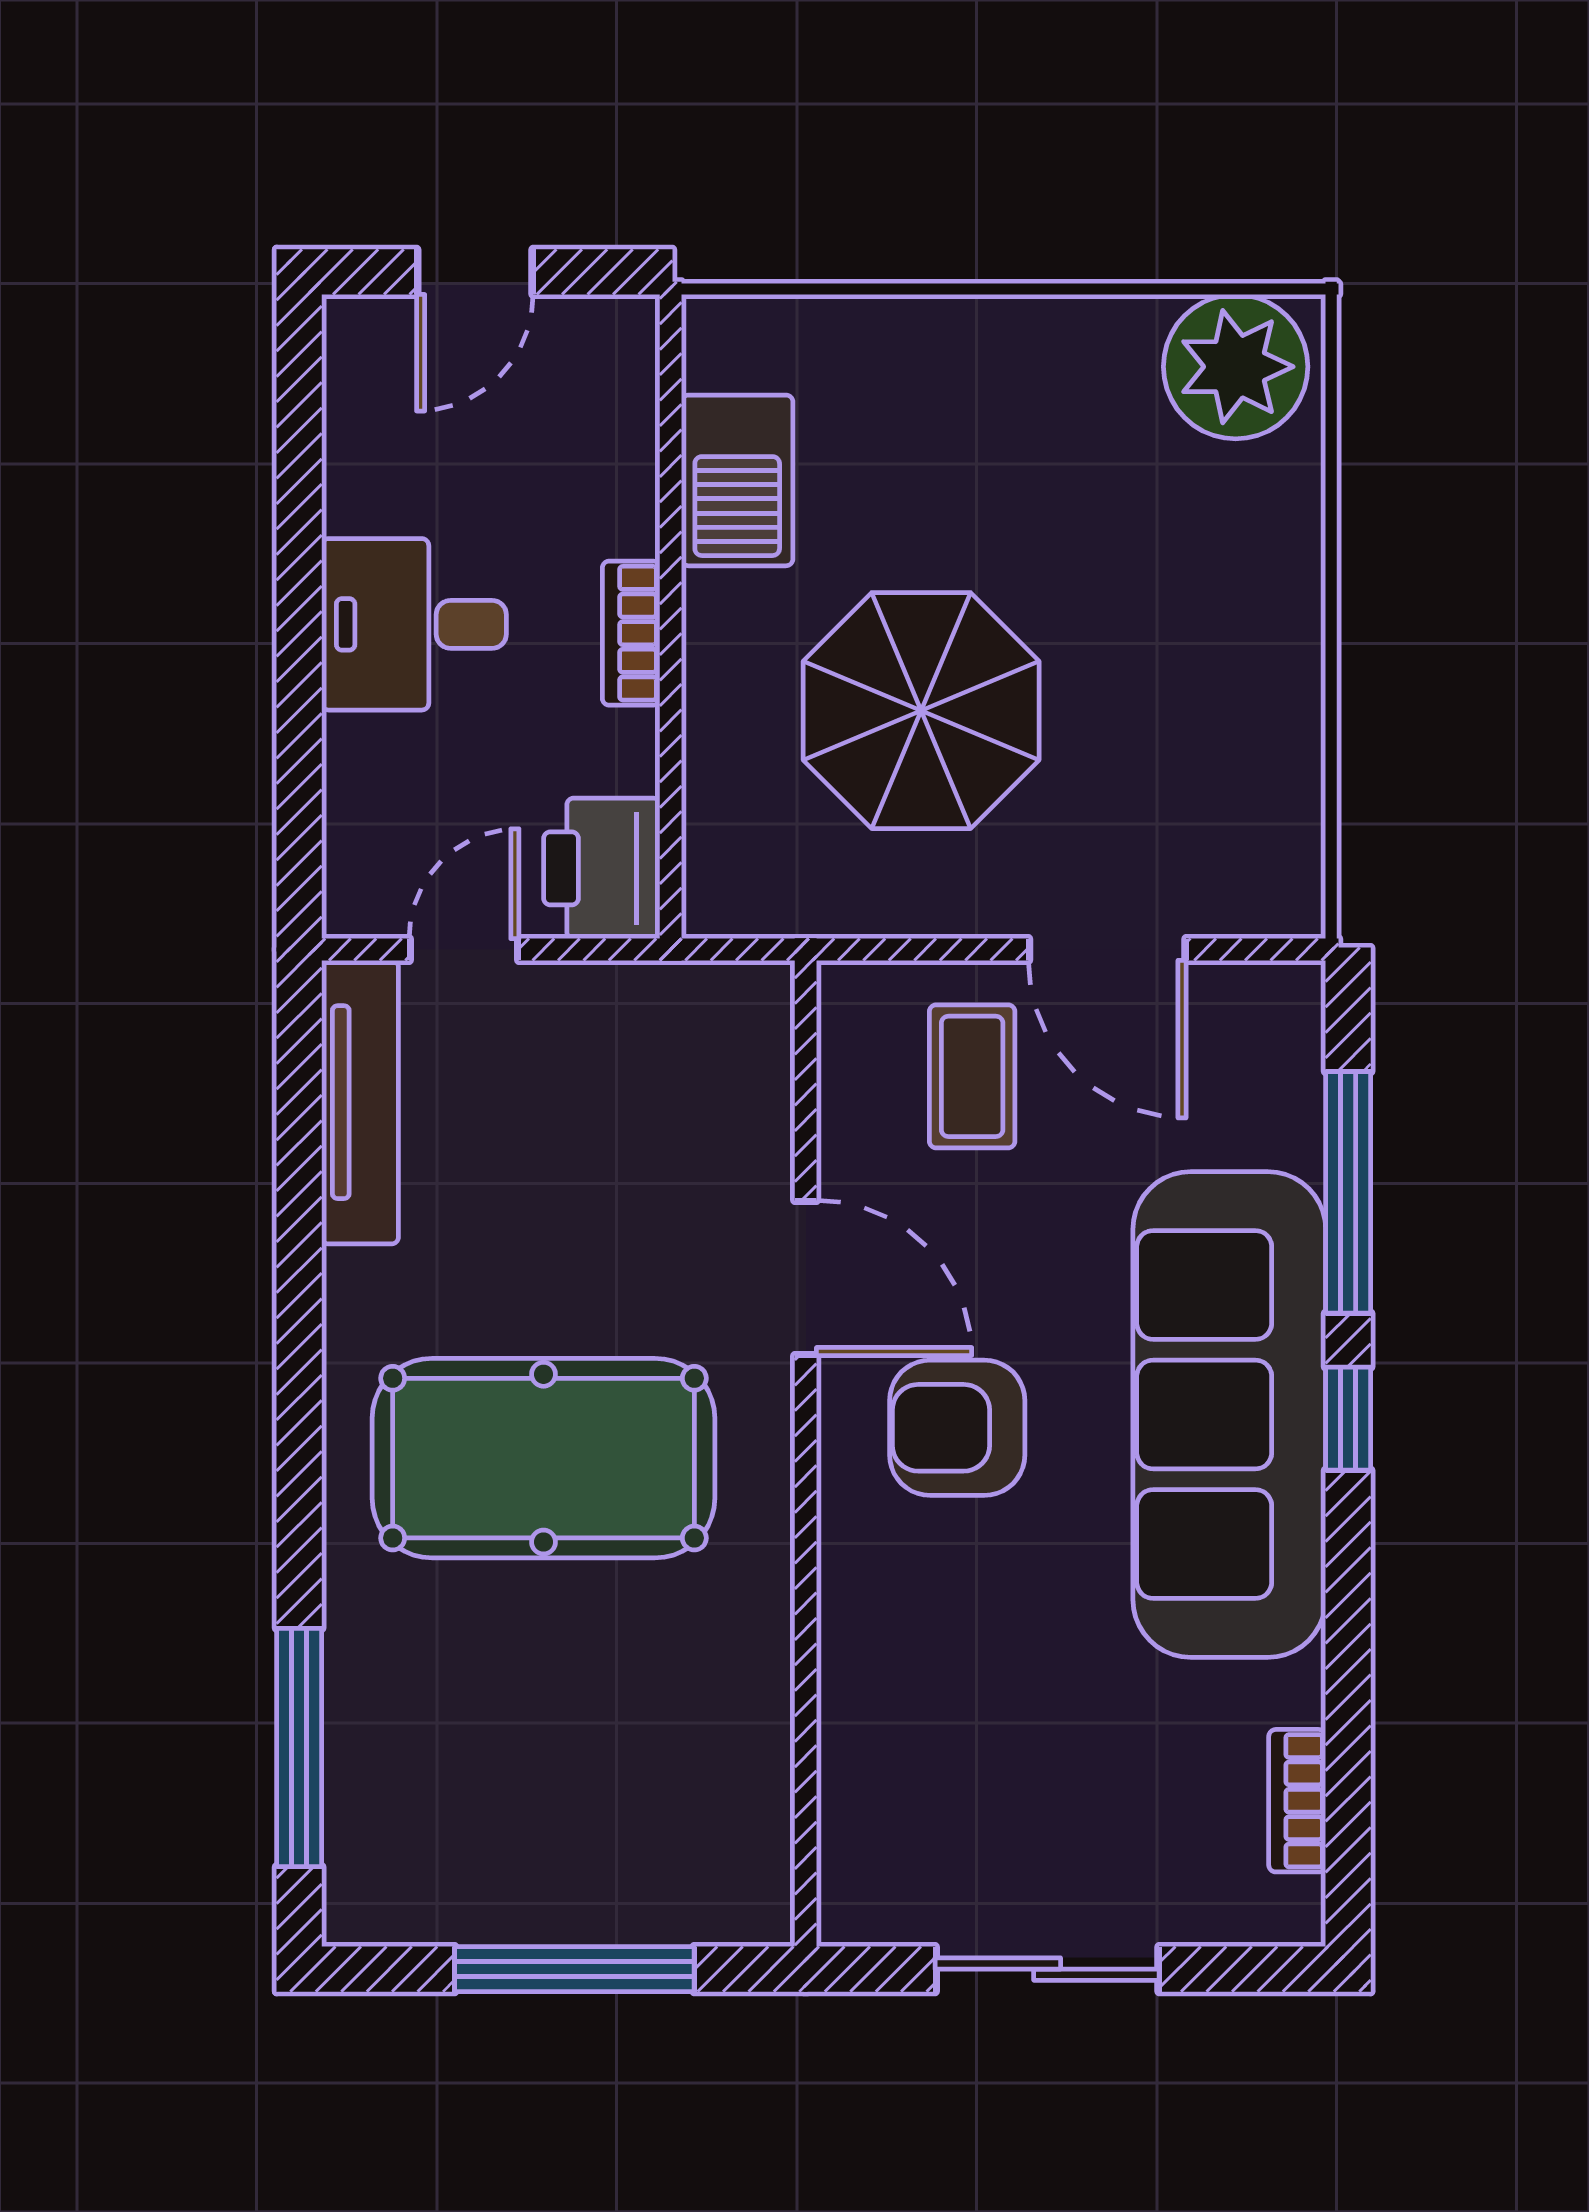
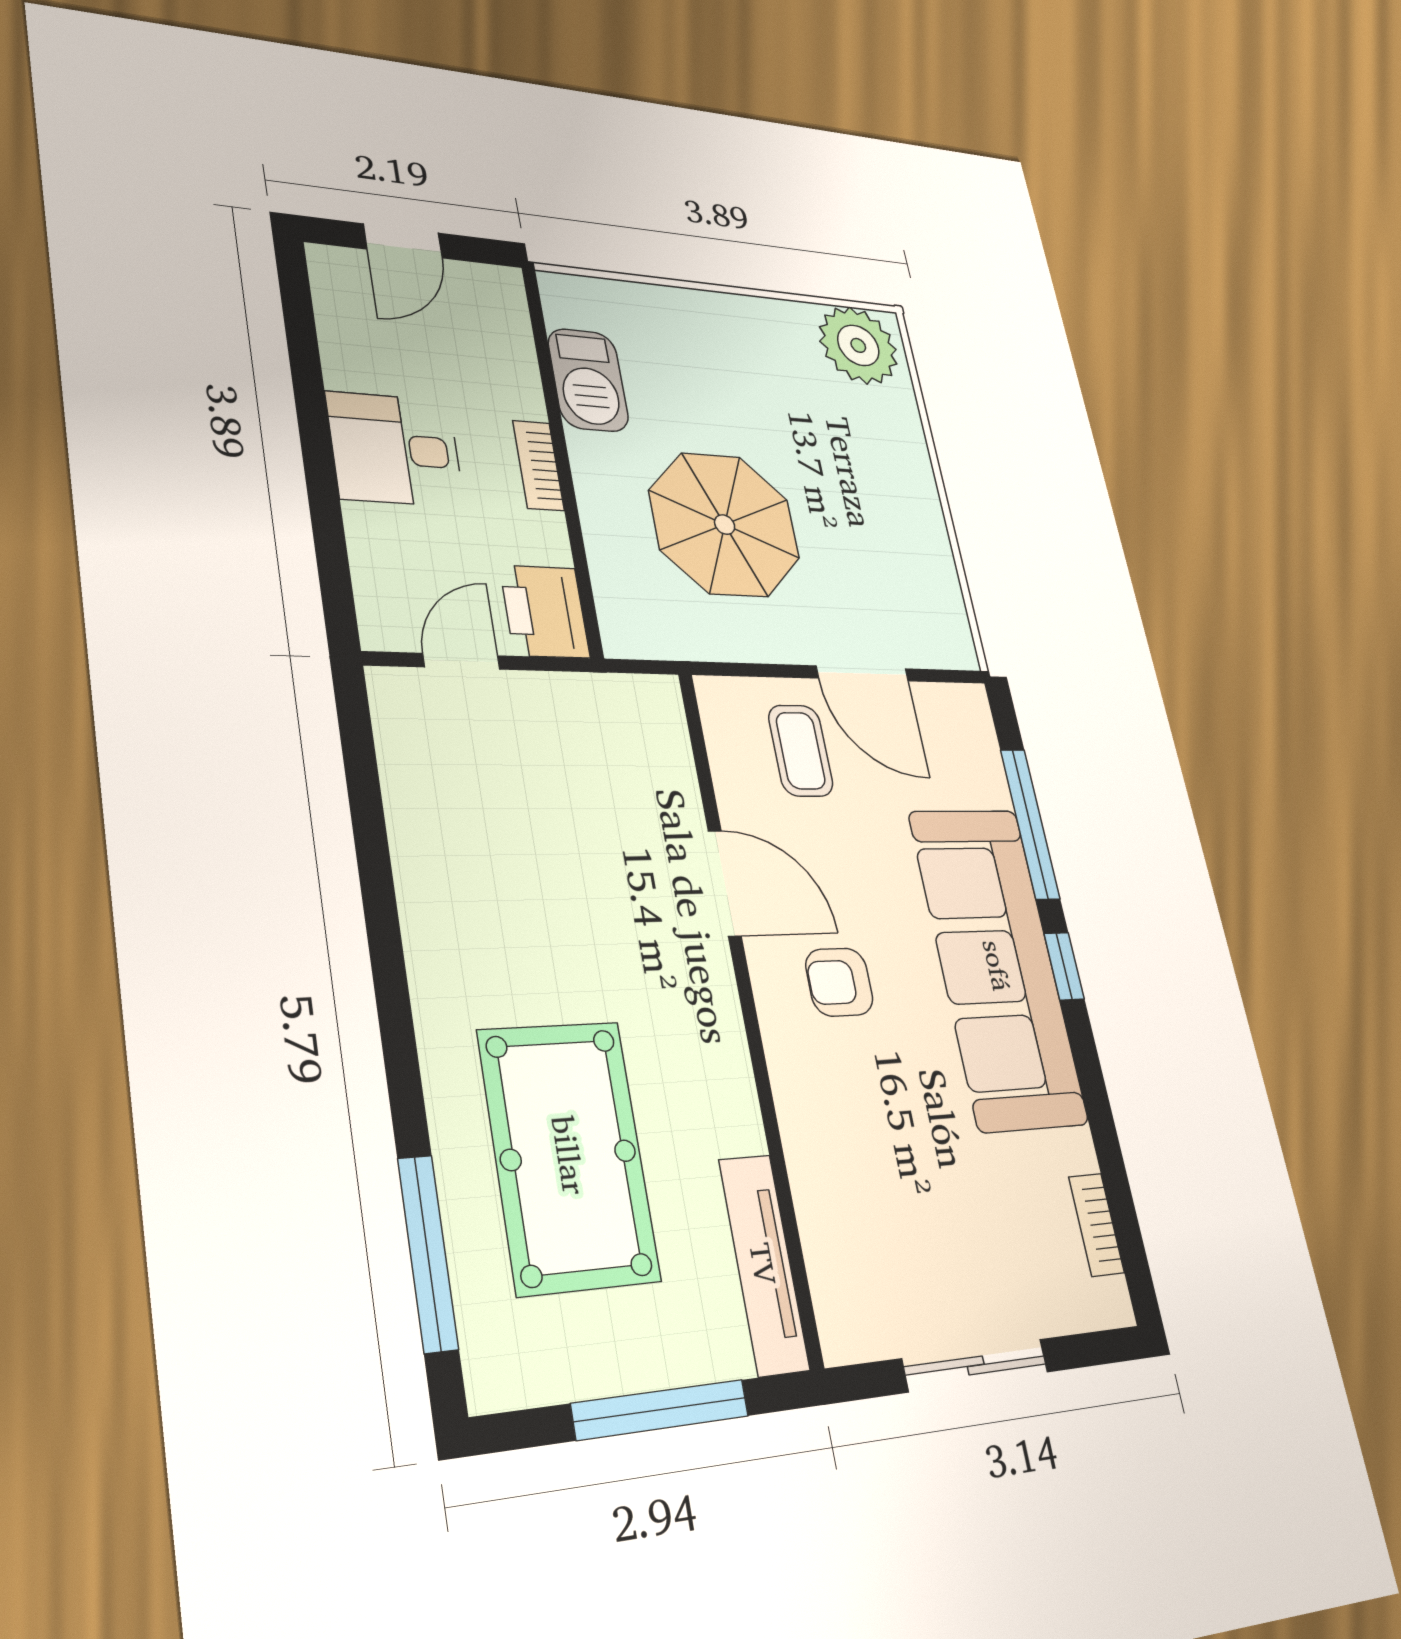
tv unit: (360, 1102) -> (764, 1264), moved, turned 180
armchair: (957, 1428) -> (839, 982), width x0.72, depth x0.72
pool table: (543, 1458) -> (569, 1155), moved, turned 90

